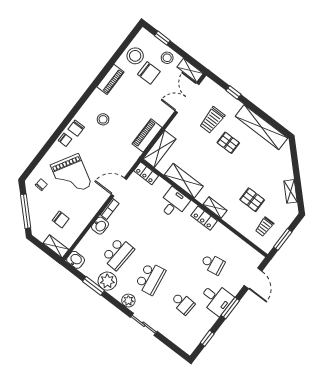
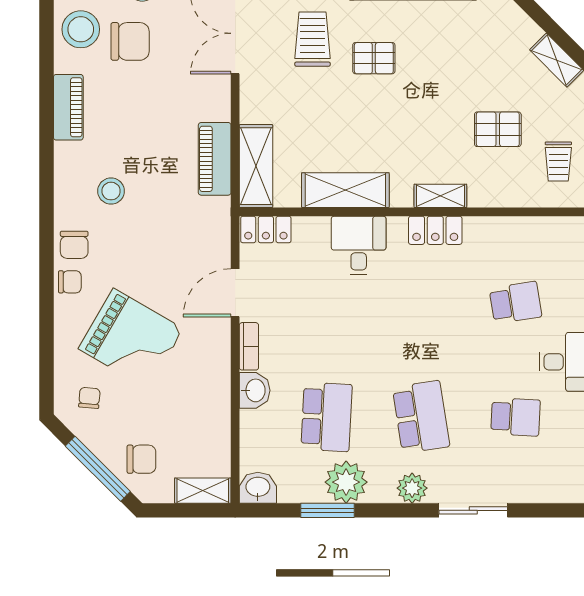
trolley: (212, 120) -> (313, 39), turned 180
chair: (61, 219) -> (141, 459), moved

